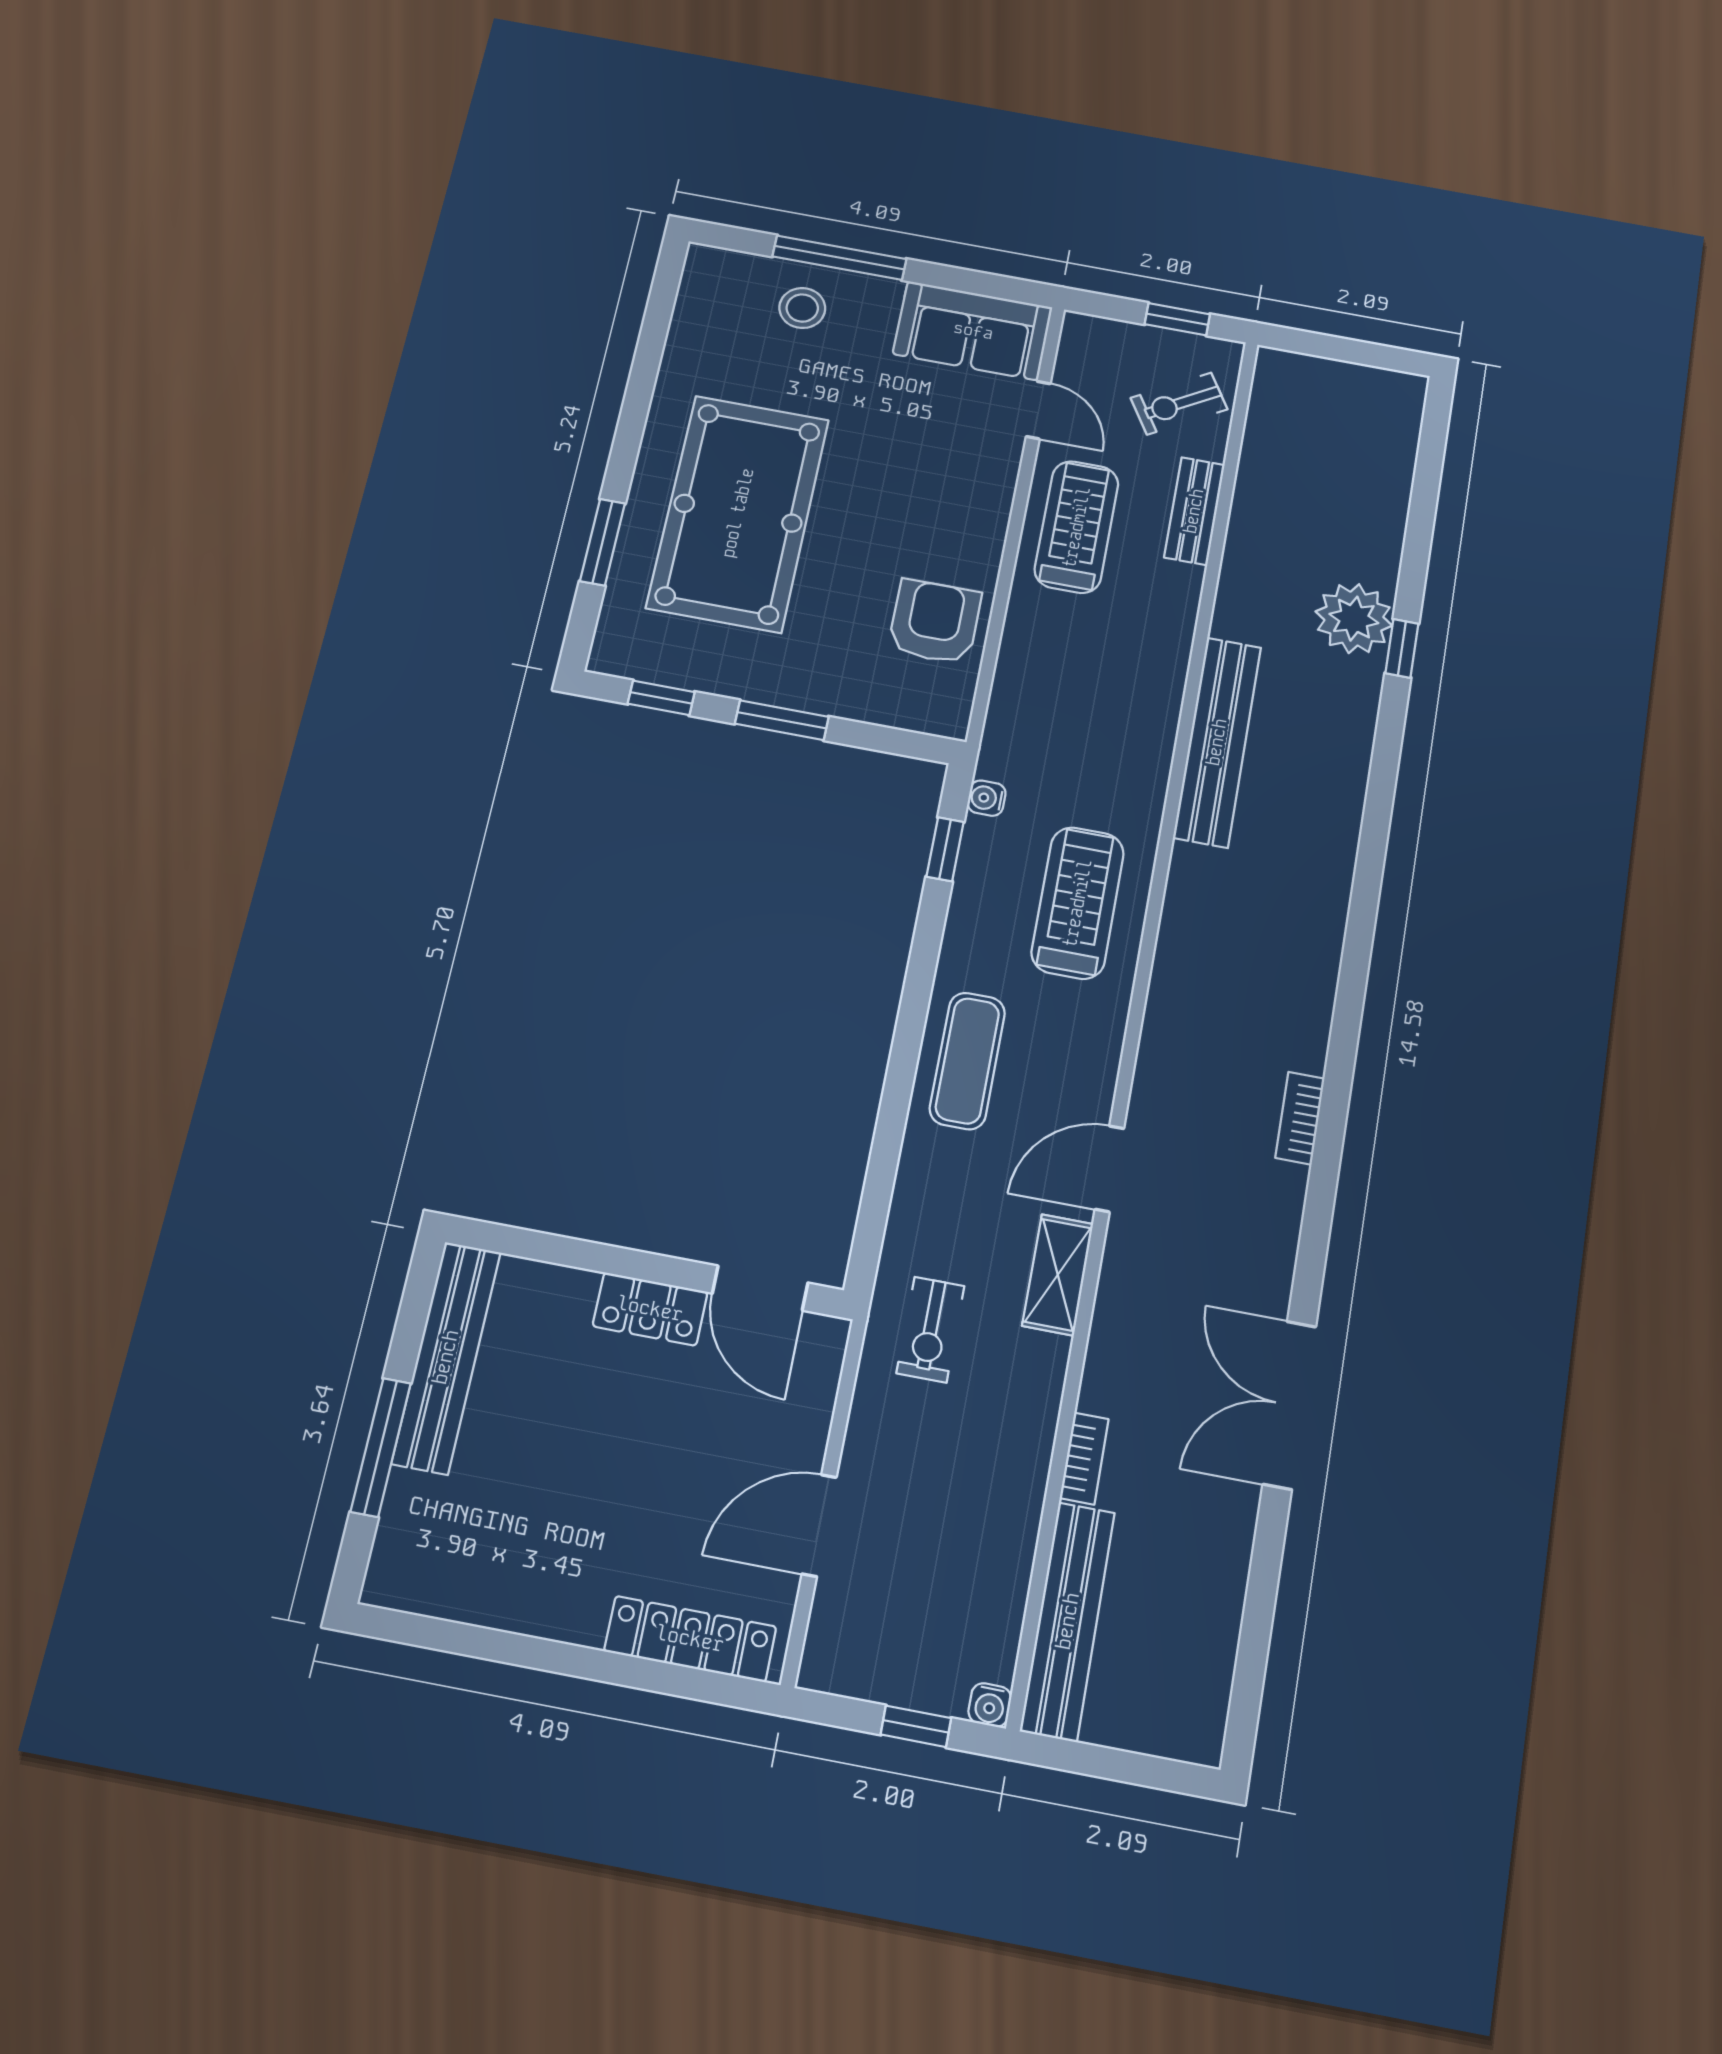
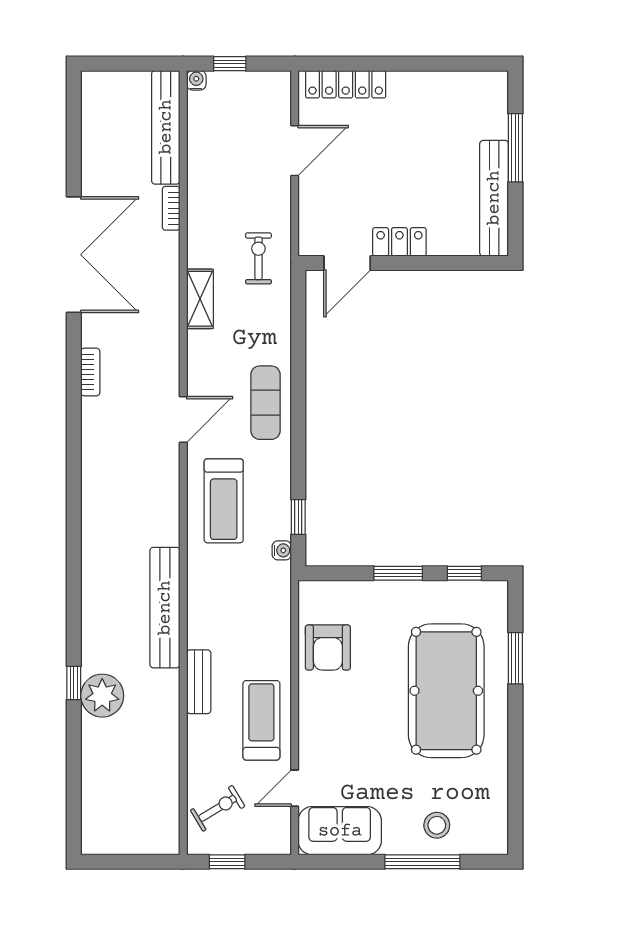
door: (1038, 410) -> (295, 788), hinge flipped
bench: (1194, 511) -> (199, 682), moved
treadmill: (1077, 527) -> (261, 720), turned 180
bookcase: (1300, 1118) -> (90, 372), moved
door: (1109, 1169) -> (183, 419), moved
door: (760, 1288) -> (347, 263), swing flipped
double door: (1289, 1405) -> (74, 255), width x1.36

